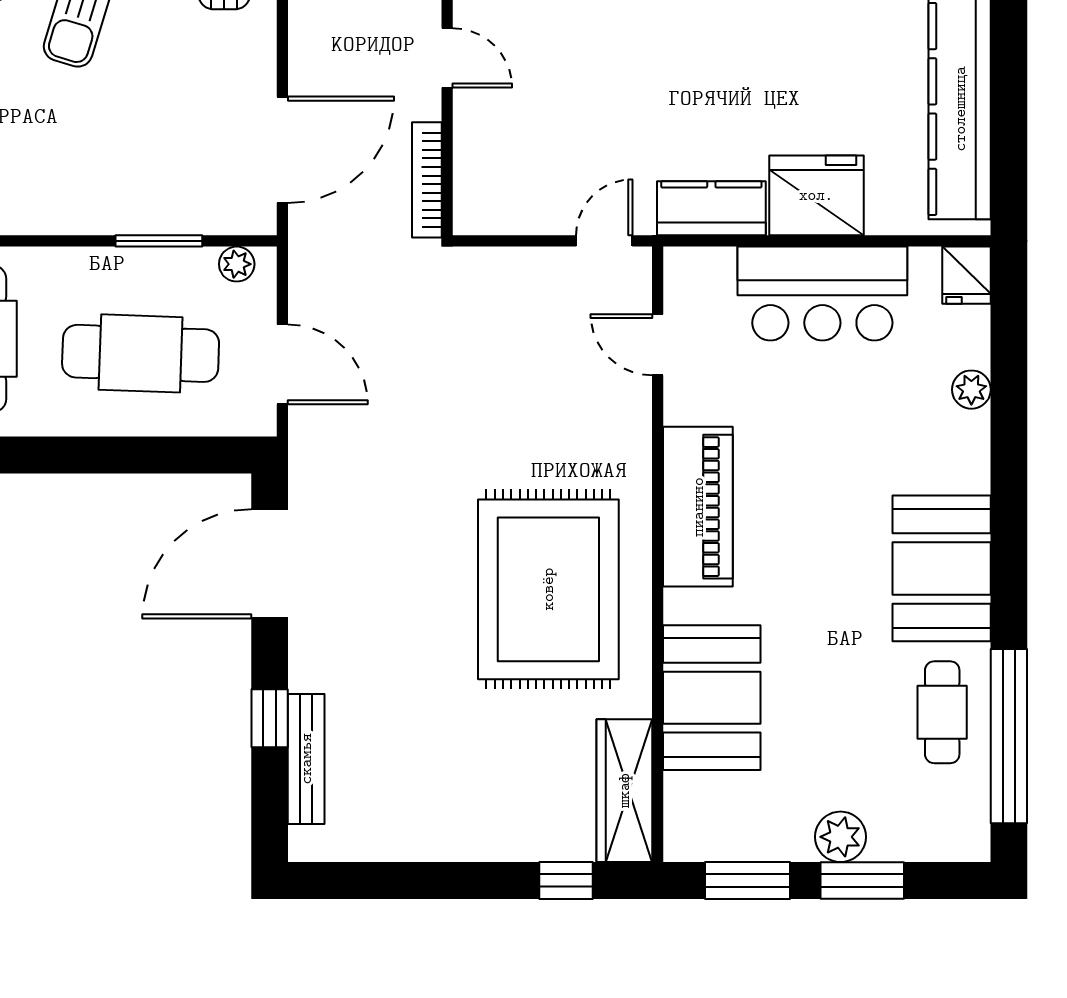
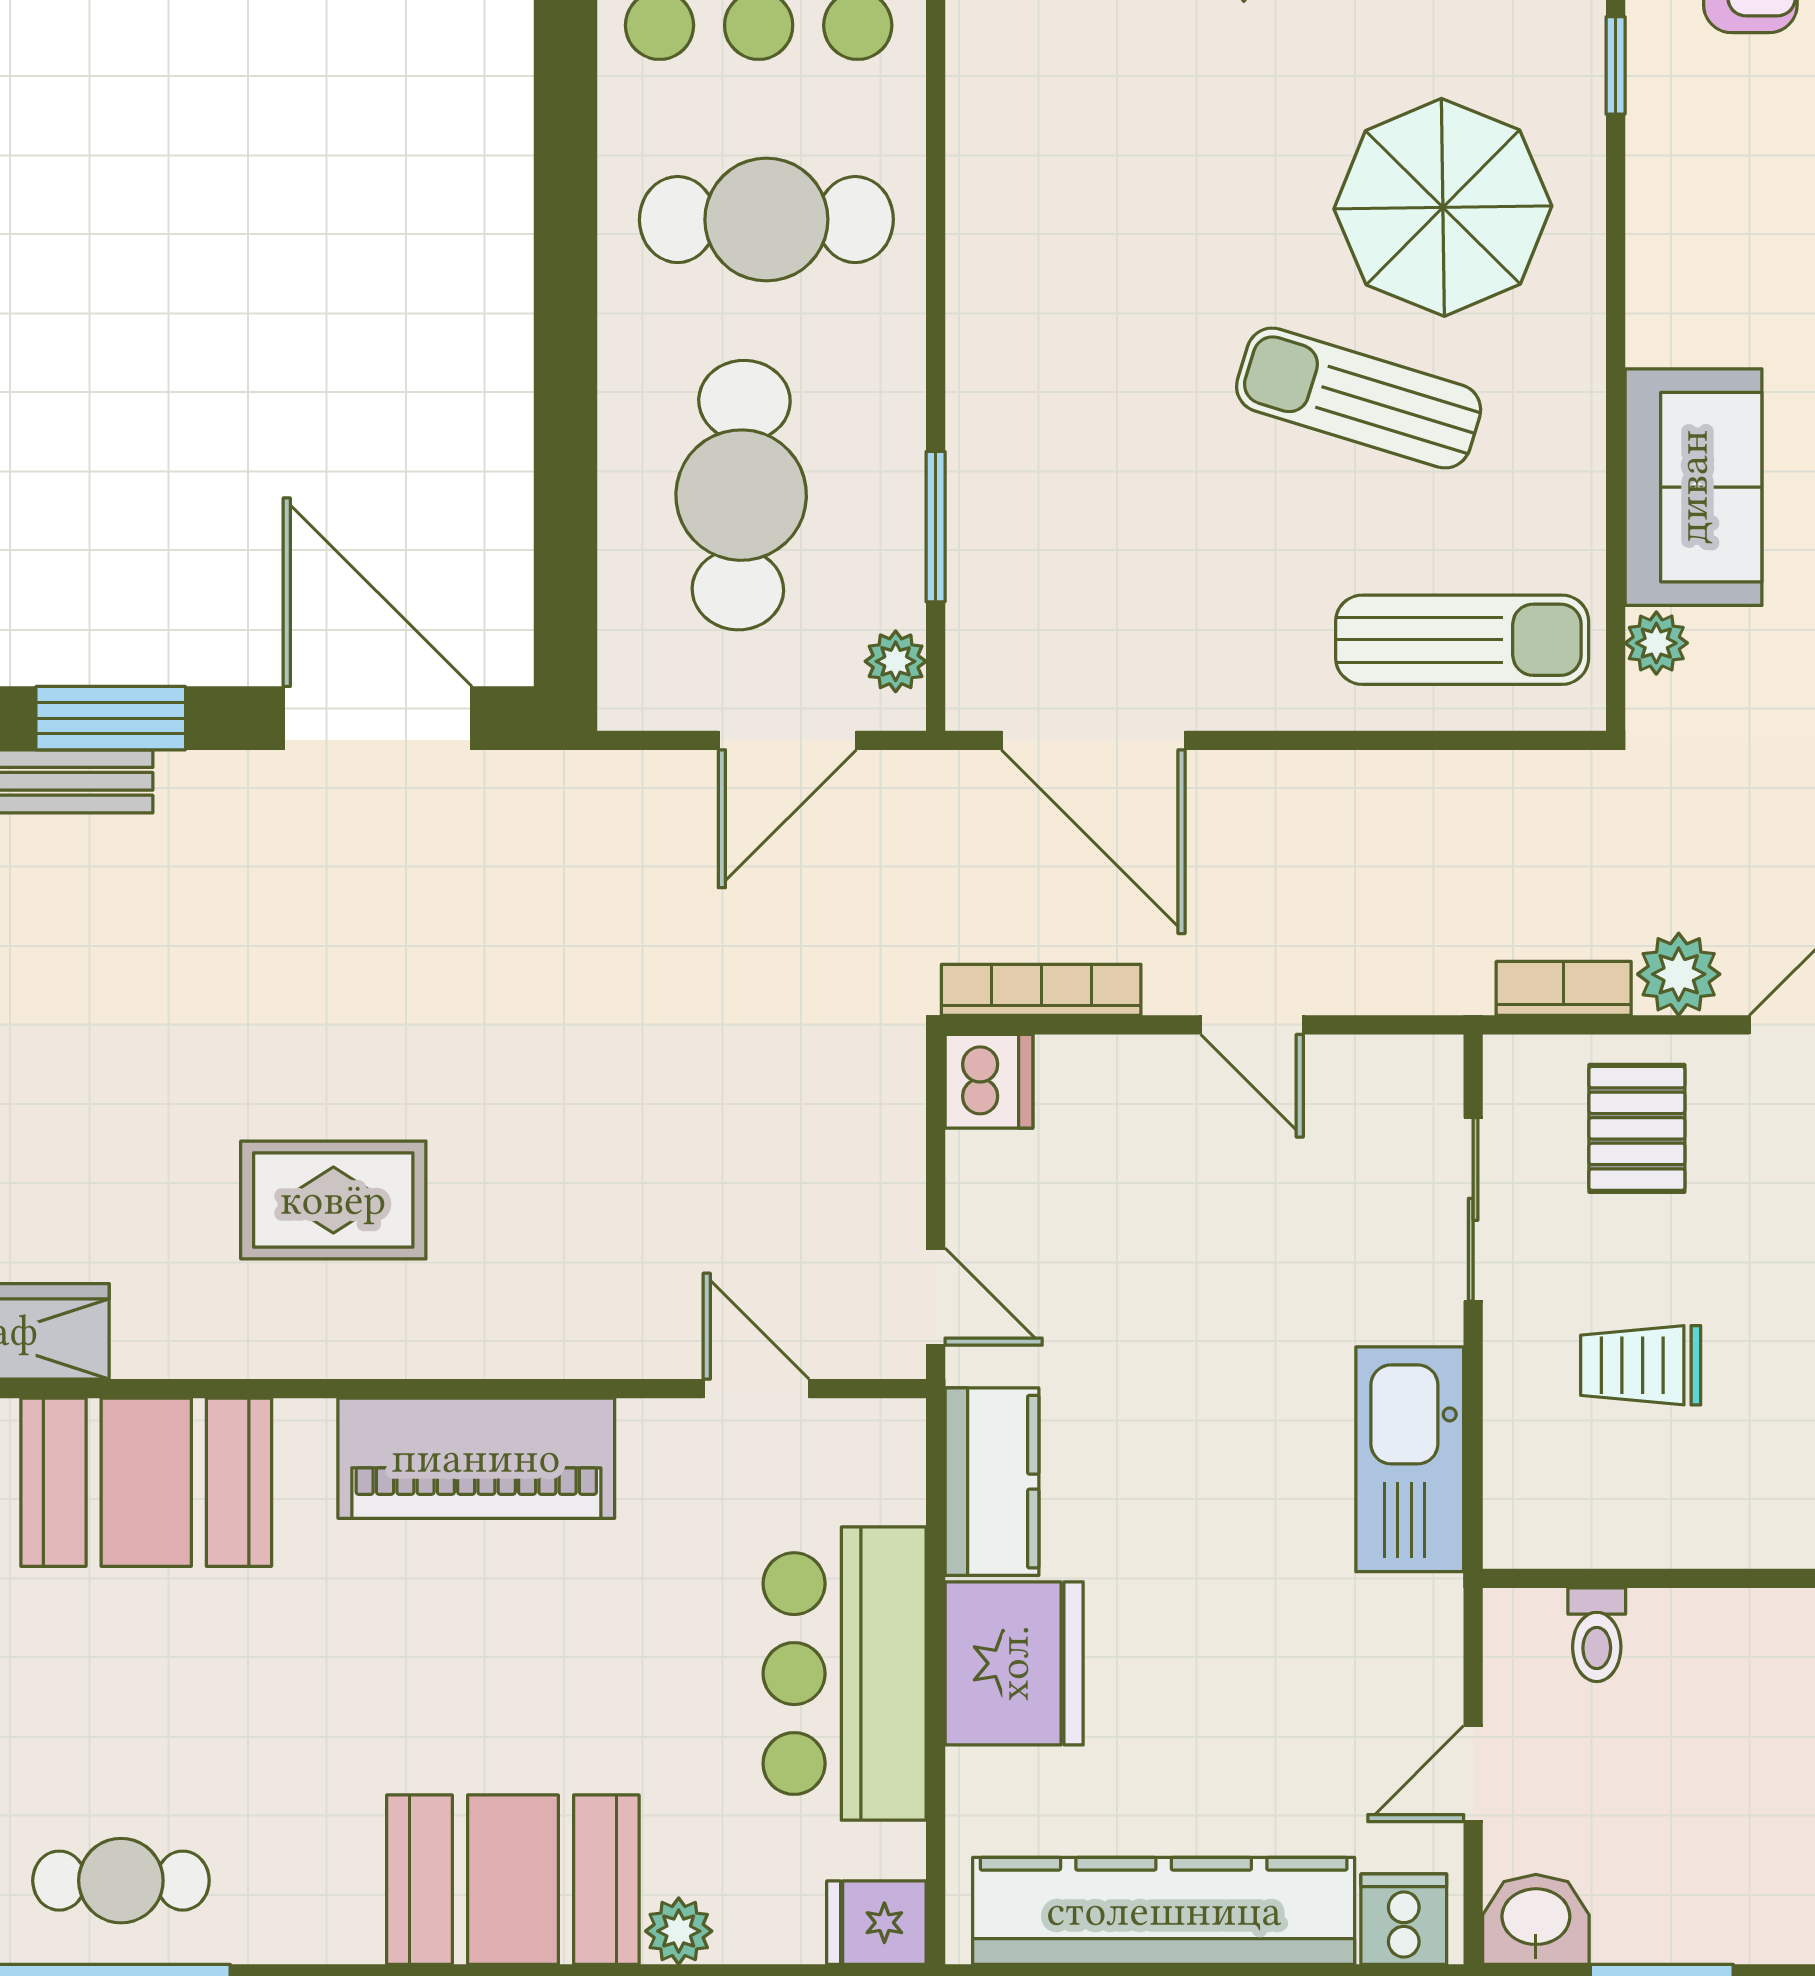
door: (447, 58) -> (1252, 1025), hinge flipped
dishwasher: (480, 210) -> (989, 1081), added
door: (658, 345) -> (756, 1389), hinge flipped
door: (282, 364) -> (787, 740), moved
booth: (942, 568) -> (513, 1880), moved
rug: (548, 589) -> (333, 1200), width x0.54, depth x0.49
window: (270, 718) -> (111, 718), width x1.50

